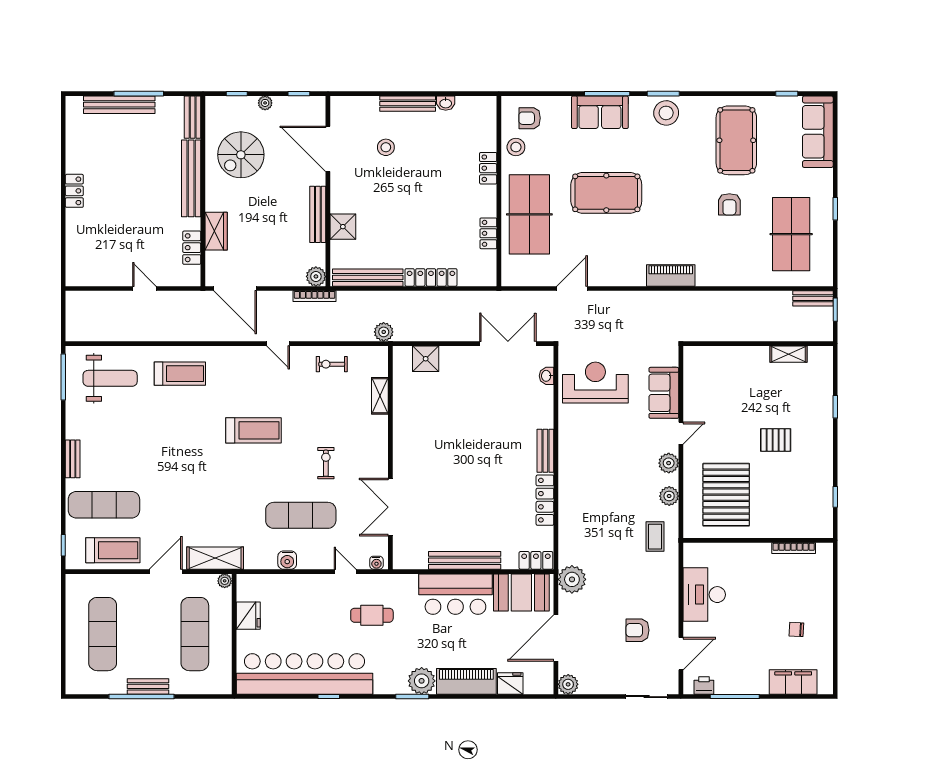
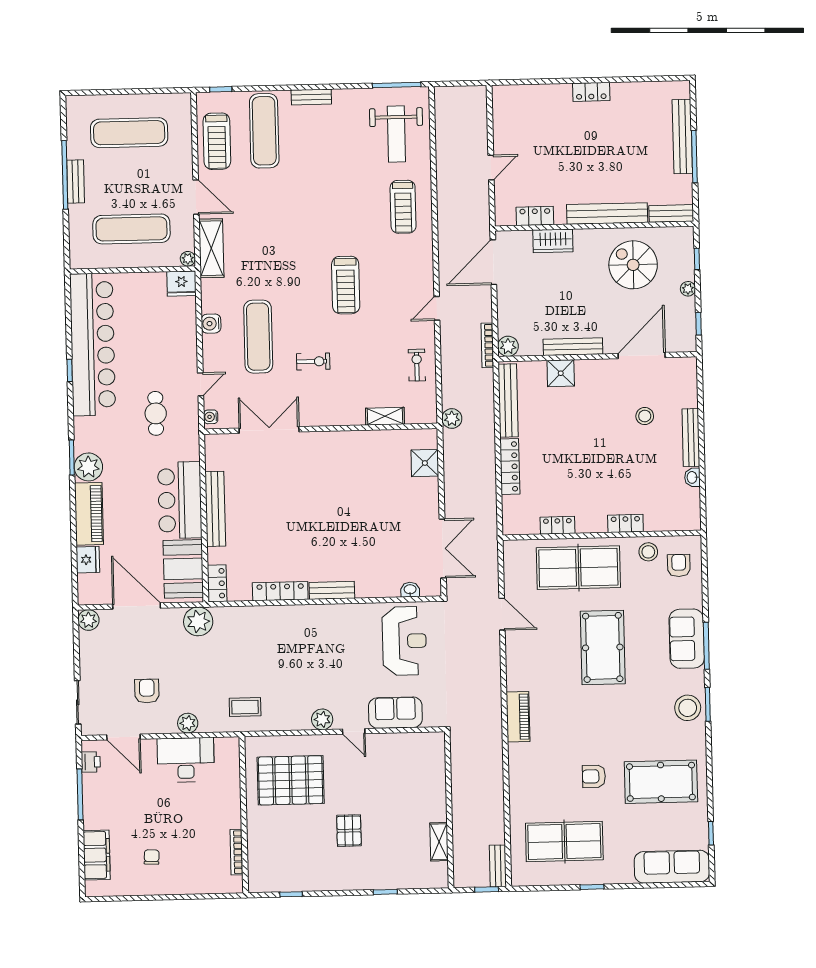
plant: (669, 496) -> (188, 723), moved
fridge: (248, 616) -> (181, 284), moved

